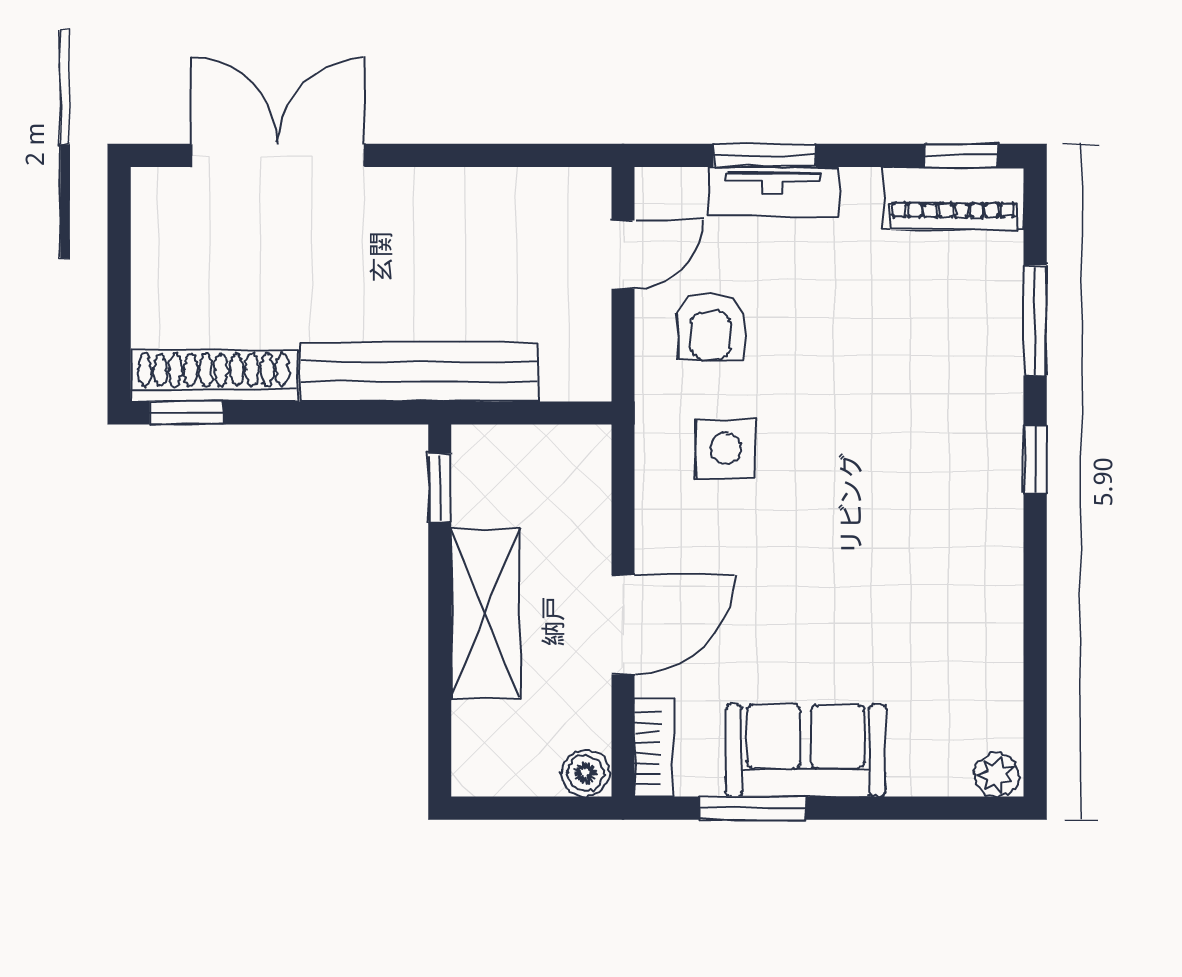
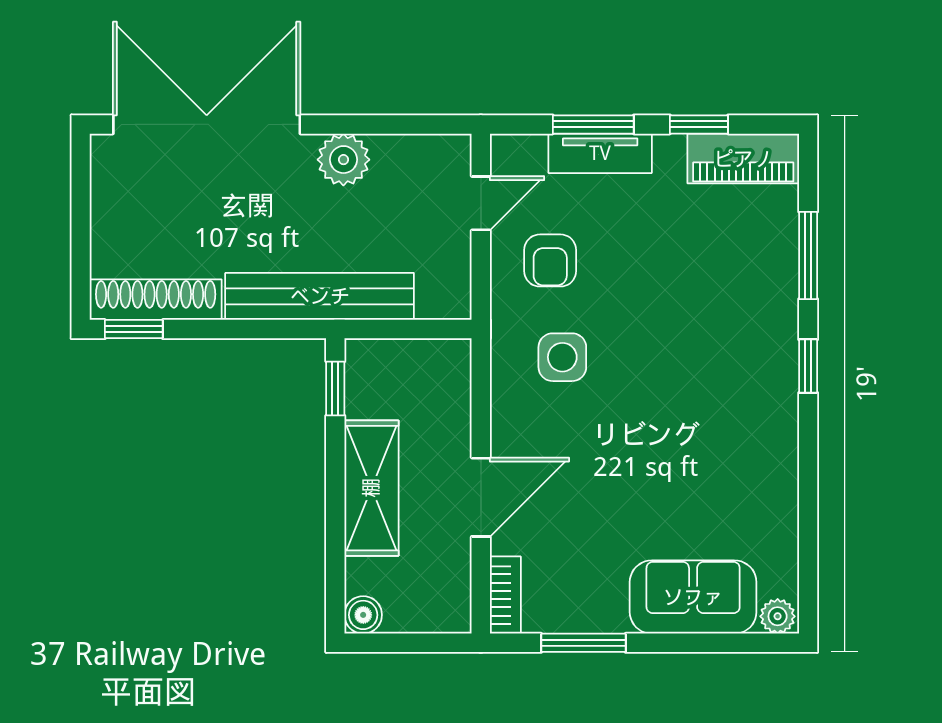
double door: (278, 155) -> (207, 124), width x1.36
window: (961, 155) -> (699, 124), moved
plant: (450, 200) -> (343, 160), added
sofa: (806, 750) -> (693, 597), moved
boiler: (585, 773) -> (363, 615), moved

